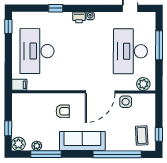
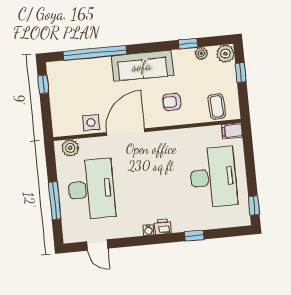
coffee table: (142, 135) -> (217, 106), moved
window: (46, 154) -> (188, 44), width x0.46

